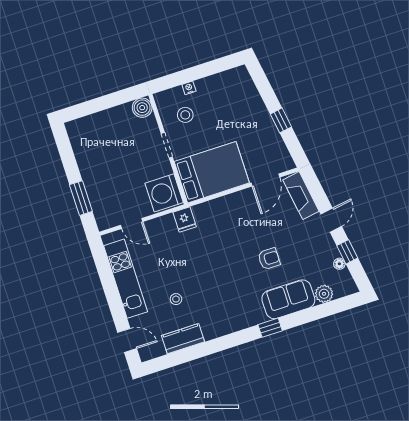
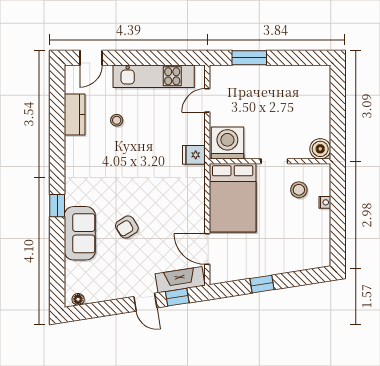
window: (347, 252) -> (177, 297), moved
armchair: (269, 259) -> (127, 227), turned 58
floor lamp: (339, 264) -> (78, 299), moved
plant: (324, 294) -> (74, 271), removed

